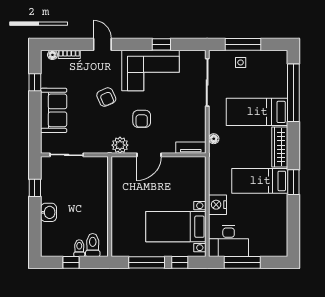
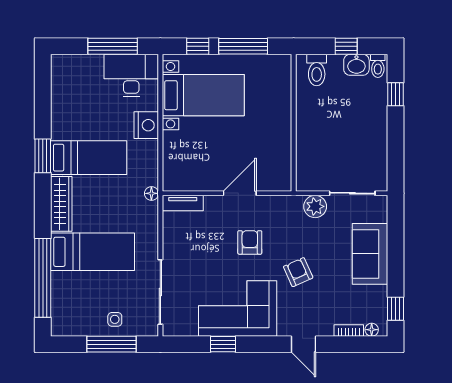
window: (35, 82) -> (396, 309), moved
floor lamp: (214, 139) -> (151, 193), moved
plant: (120, 145) -> (315, 206), moved
window: (35, 188) -> (396, 94), moved
washbasin: (49, 212) -> (356, 65), moved, turned -90
toilet: (79, 248) -> (378, 66), moved

